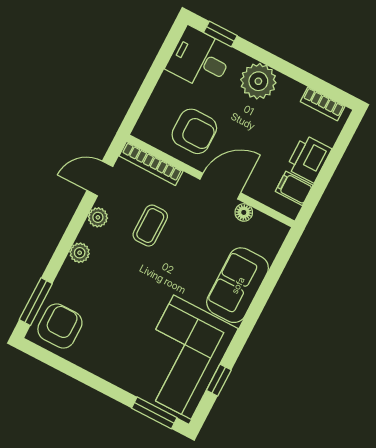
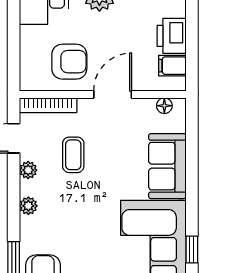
floor lamp: (244, 212) -> (164, 106), moved

